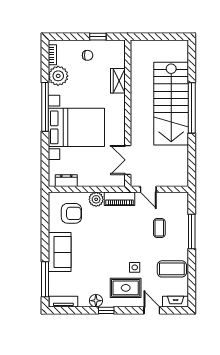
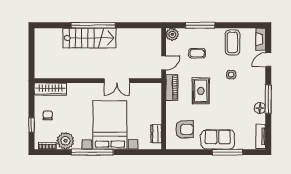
window: (98, 37) -> (32, 125), moved
wardrobe: (118, 81) -> (50, 89), moved, width x1.50
stairs: (171, 104) -> (89, 38), width x0.73, depth x0.66
double door: (128, 160) -> (117, 81), moved
plant: (96, 199) -> (172, 34), moved
armchair: (71, 213) -> (184, 129), turned 90
window: (45, 279) -> (227, 152), moved
rug: (126, 288) -> (201, 91), moved
window: (106, 310) -> (268, 99), width x2.17

